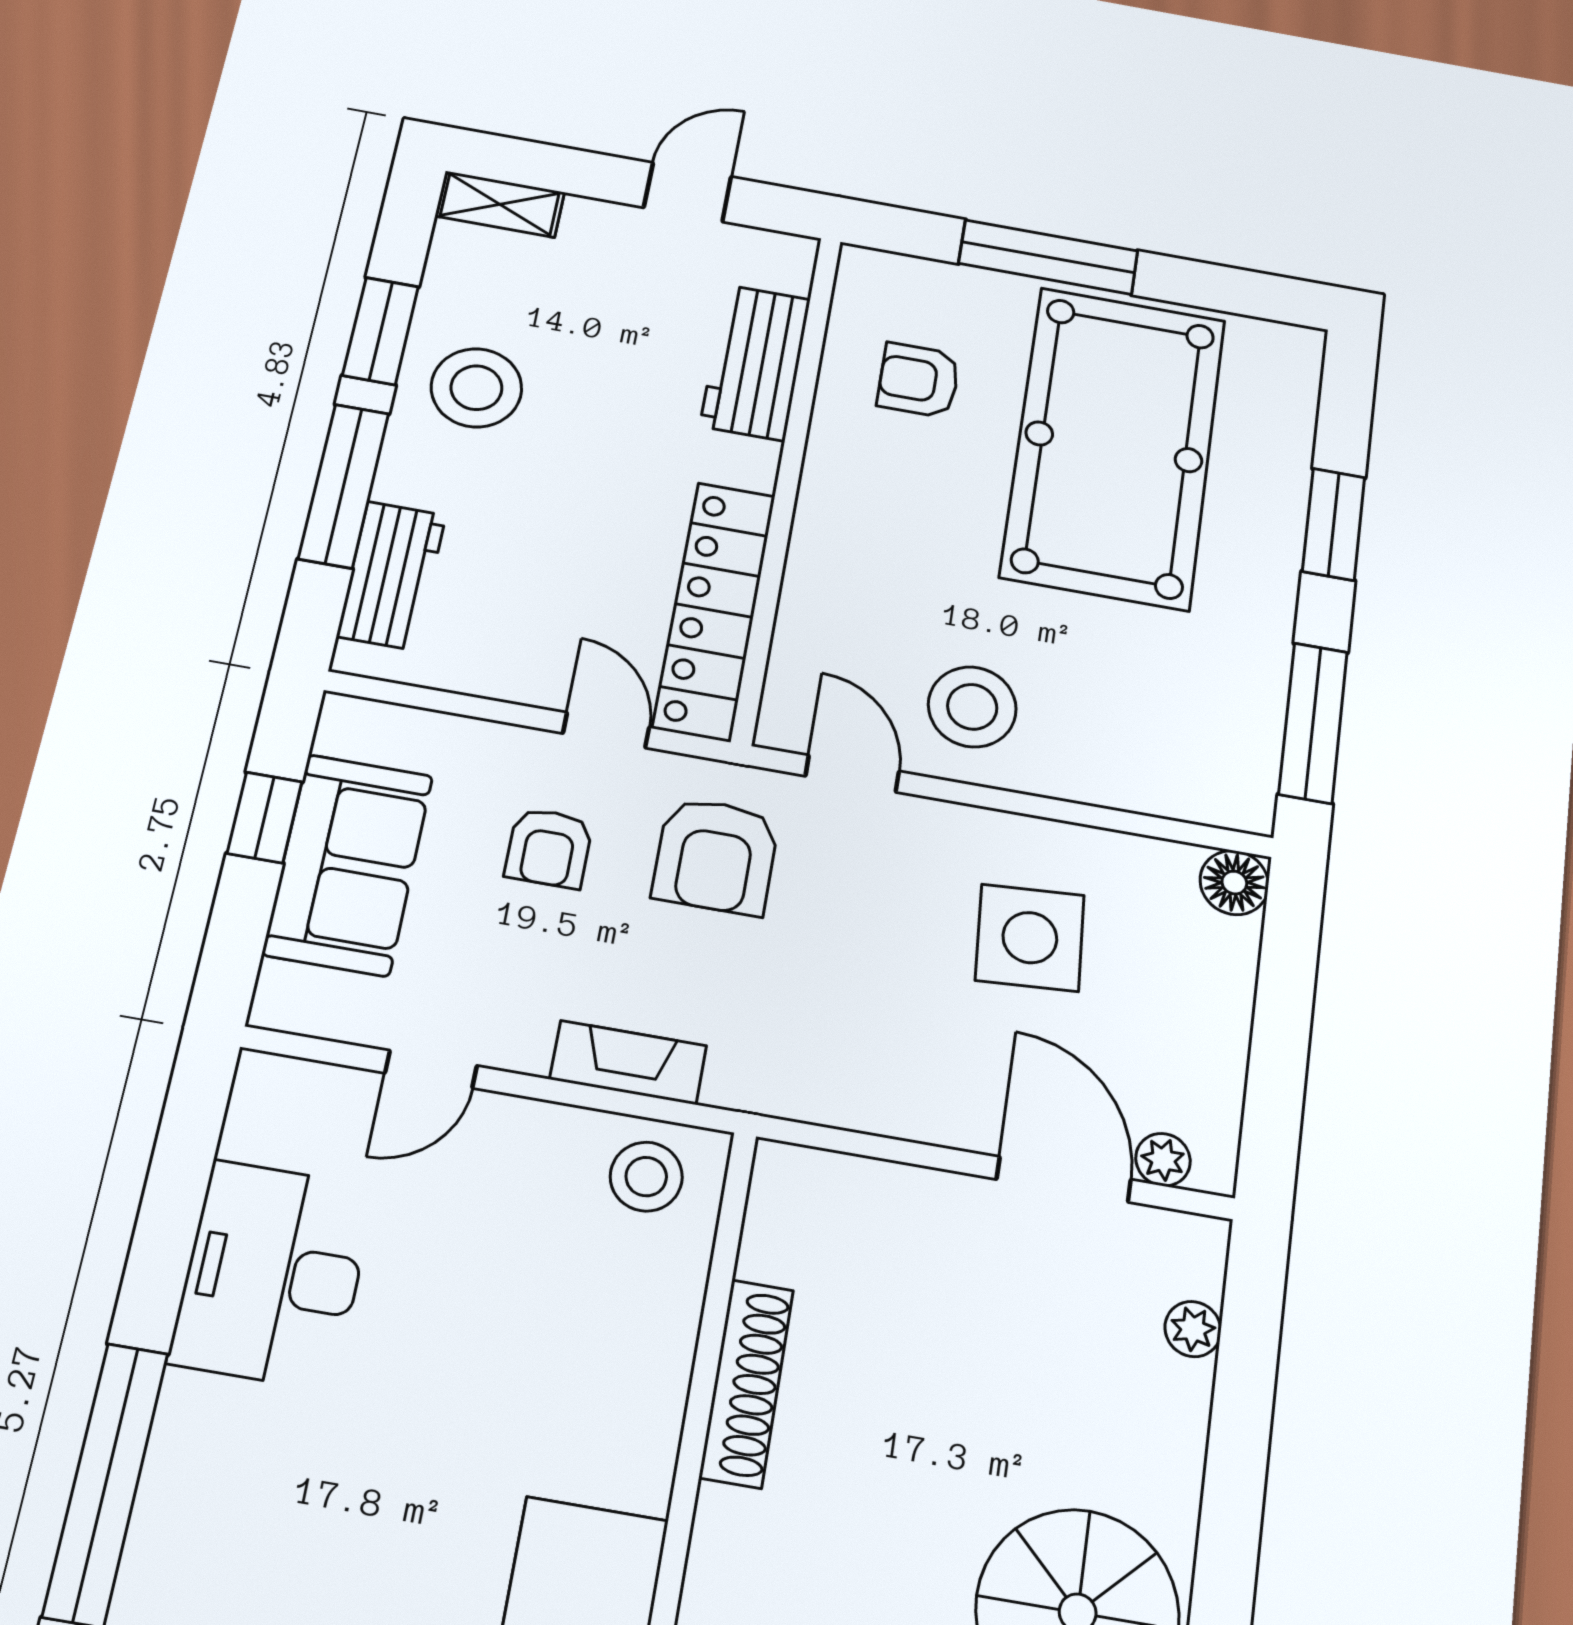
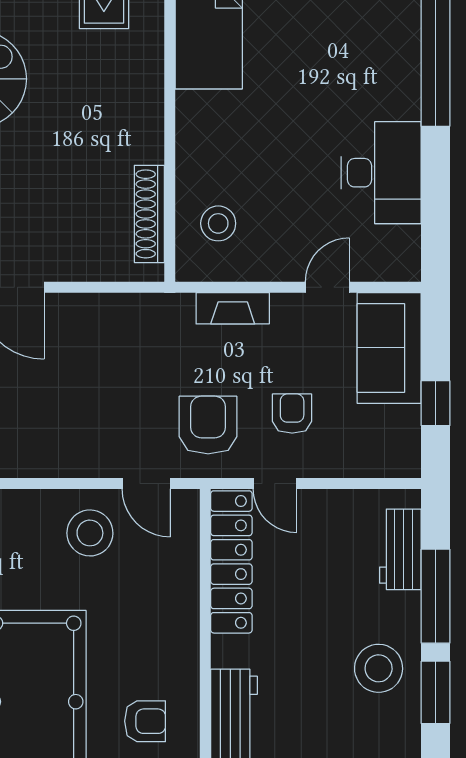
sofa: (348, 865) -> (389, 348), moved
side table: (1030, 938) -> (44, 411), removed
stool: (646, 1177) -> (218, 223), moved
shoe rack: (746, 1383) -> (149, 214), moved

